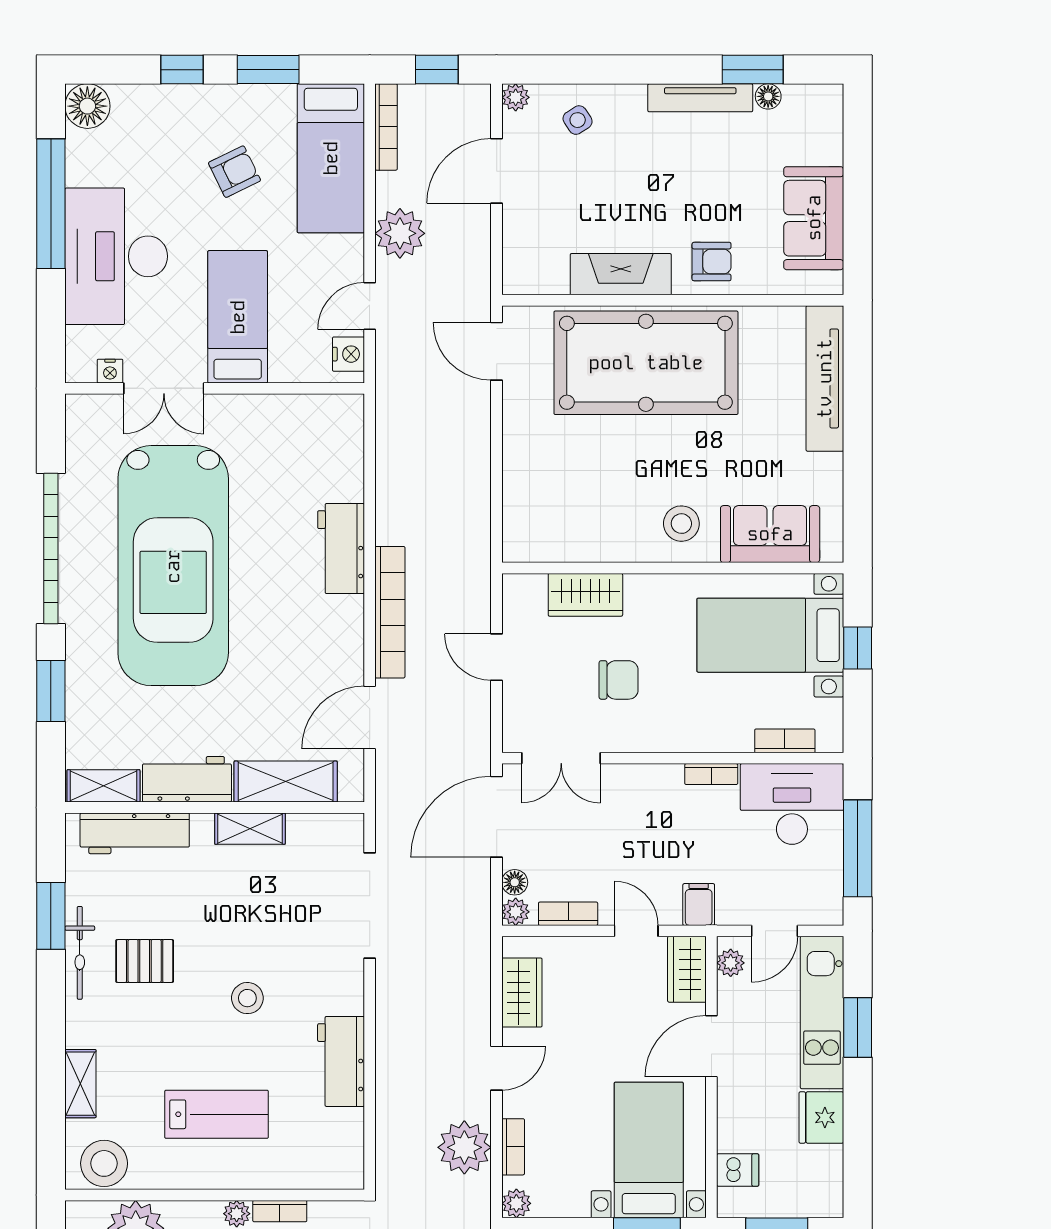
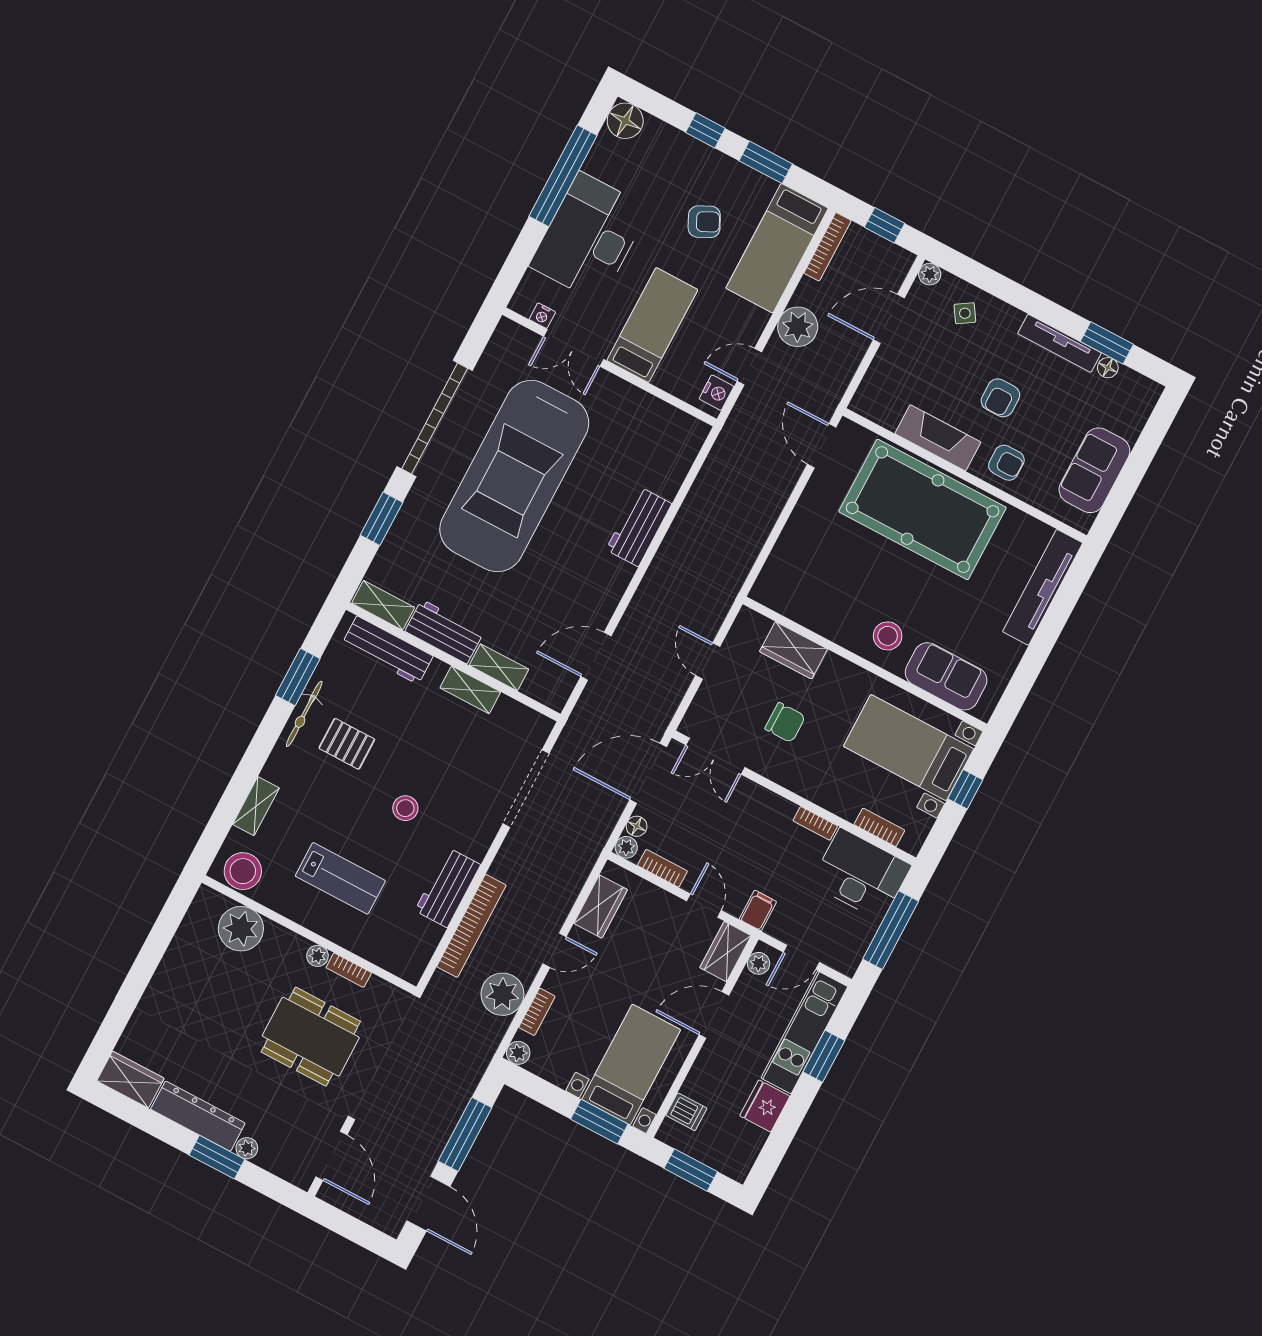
armchair: (667, 193) -> (1000, 398), added
bookcase: (390, 612) -> (471, 926), moved
shelving: (286, 782) -> (499, 667), width x0.67, depth x0.75

